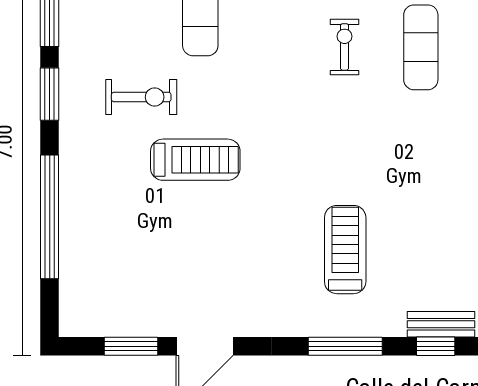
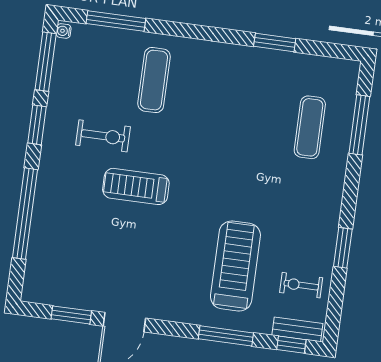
exercise bike: (344, 47) -> (301, 285), moved, turned -90
treadmill: (195, 160) -> (136, 186), turned 180
treadmill: (345, 250) -> (235, 266), width x1.37, depth x1.38

